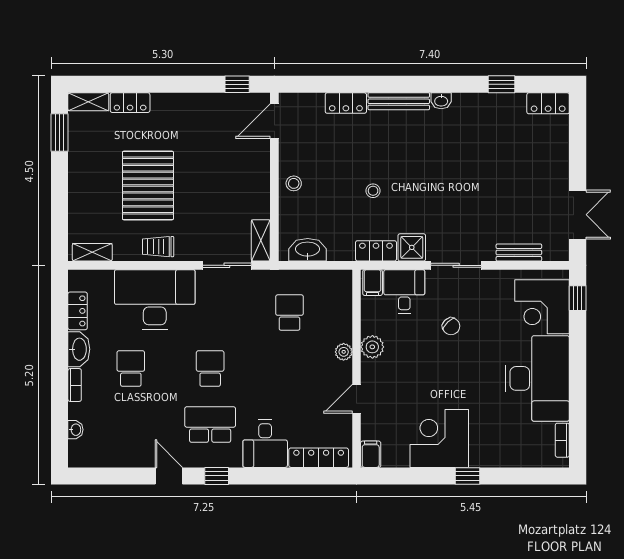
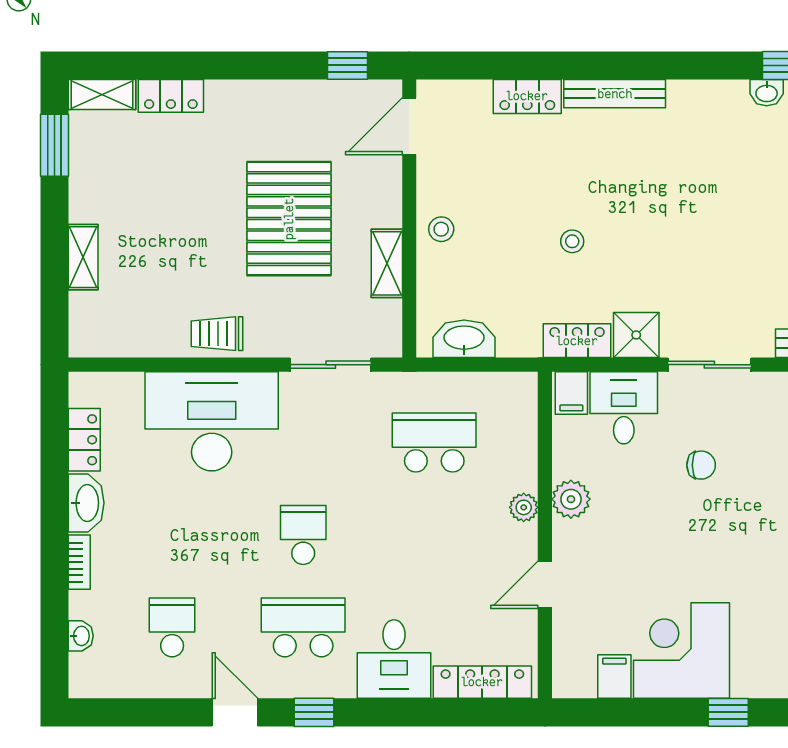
washbasin: (441, 101) -> (767, 93), moved
pallet: (148, 186) -> (289, 219), moved
shelving: (261, 240) -> (387, 263), moved
shelving: (92, 252) -> (83, 257), moved, turned 90
school desk: (289, 313) -> (434, 443), width x1.85
chair: (451, 326) -> (701, 465), turned -46
school desk: (131, 369) -> (172, 627), moved
filing cabinet: (371, 454) -> (614, 677), moved

